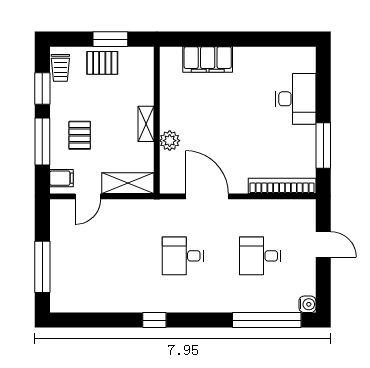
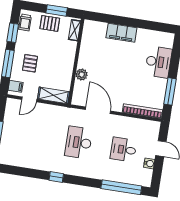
filing cabinet: (208, 59) -> (121, 33), moved
shelving: (146, 124) -> (75, 30), moved
desk: (183, 256) -> (79, 142), width x1.37
water cooler: (307, 304) -> (149, 163), moved

